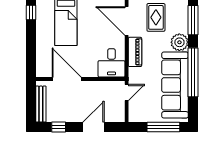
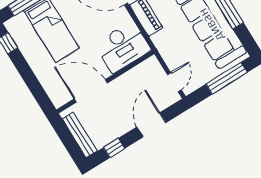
desk: (111, 63) -> (123, 47), width x1.37
door: (127, 93) -> (174, 82), moved

